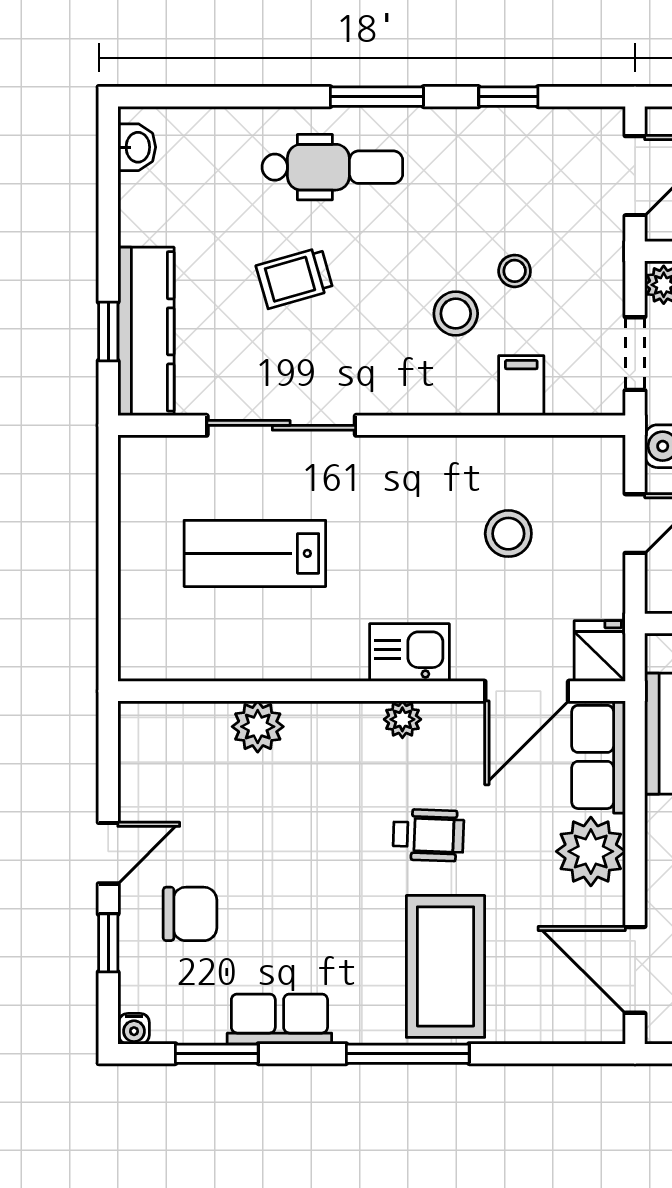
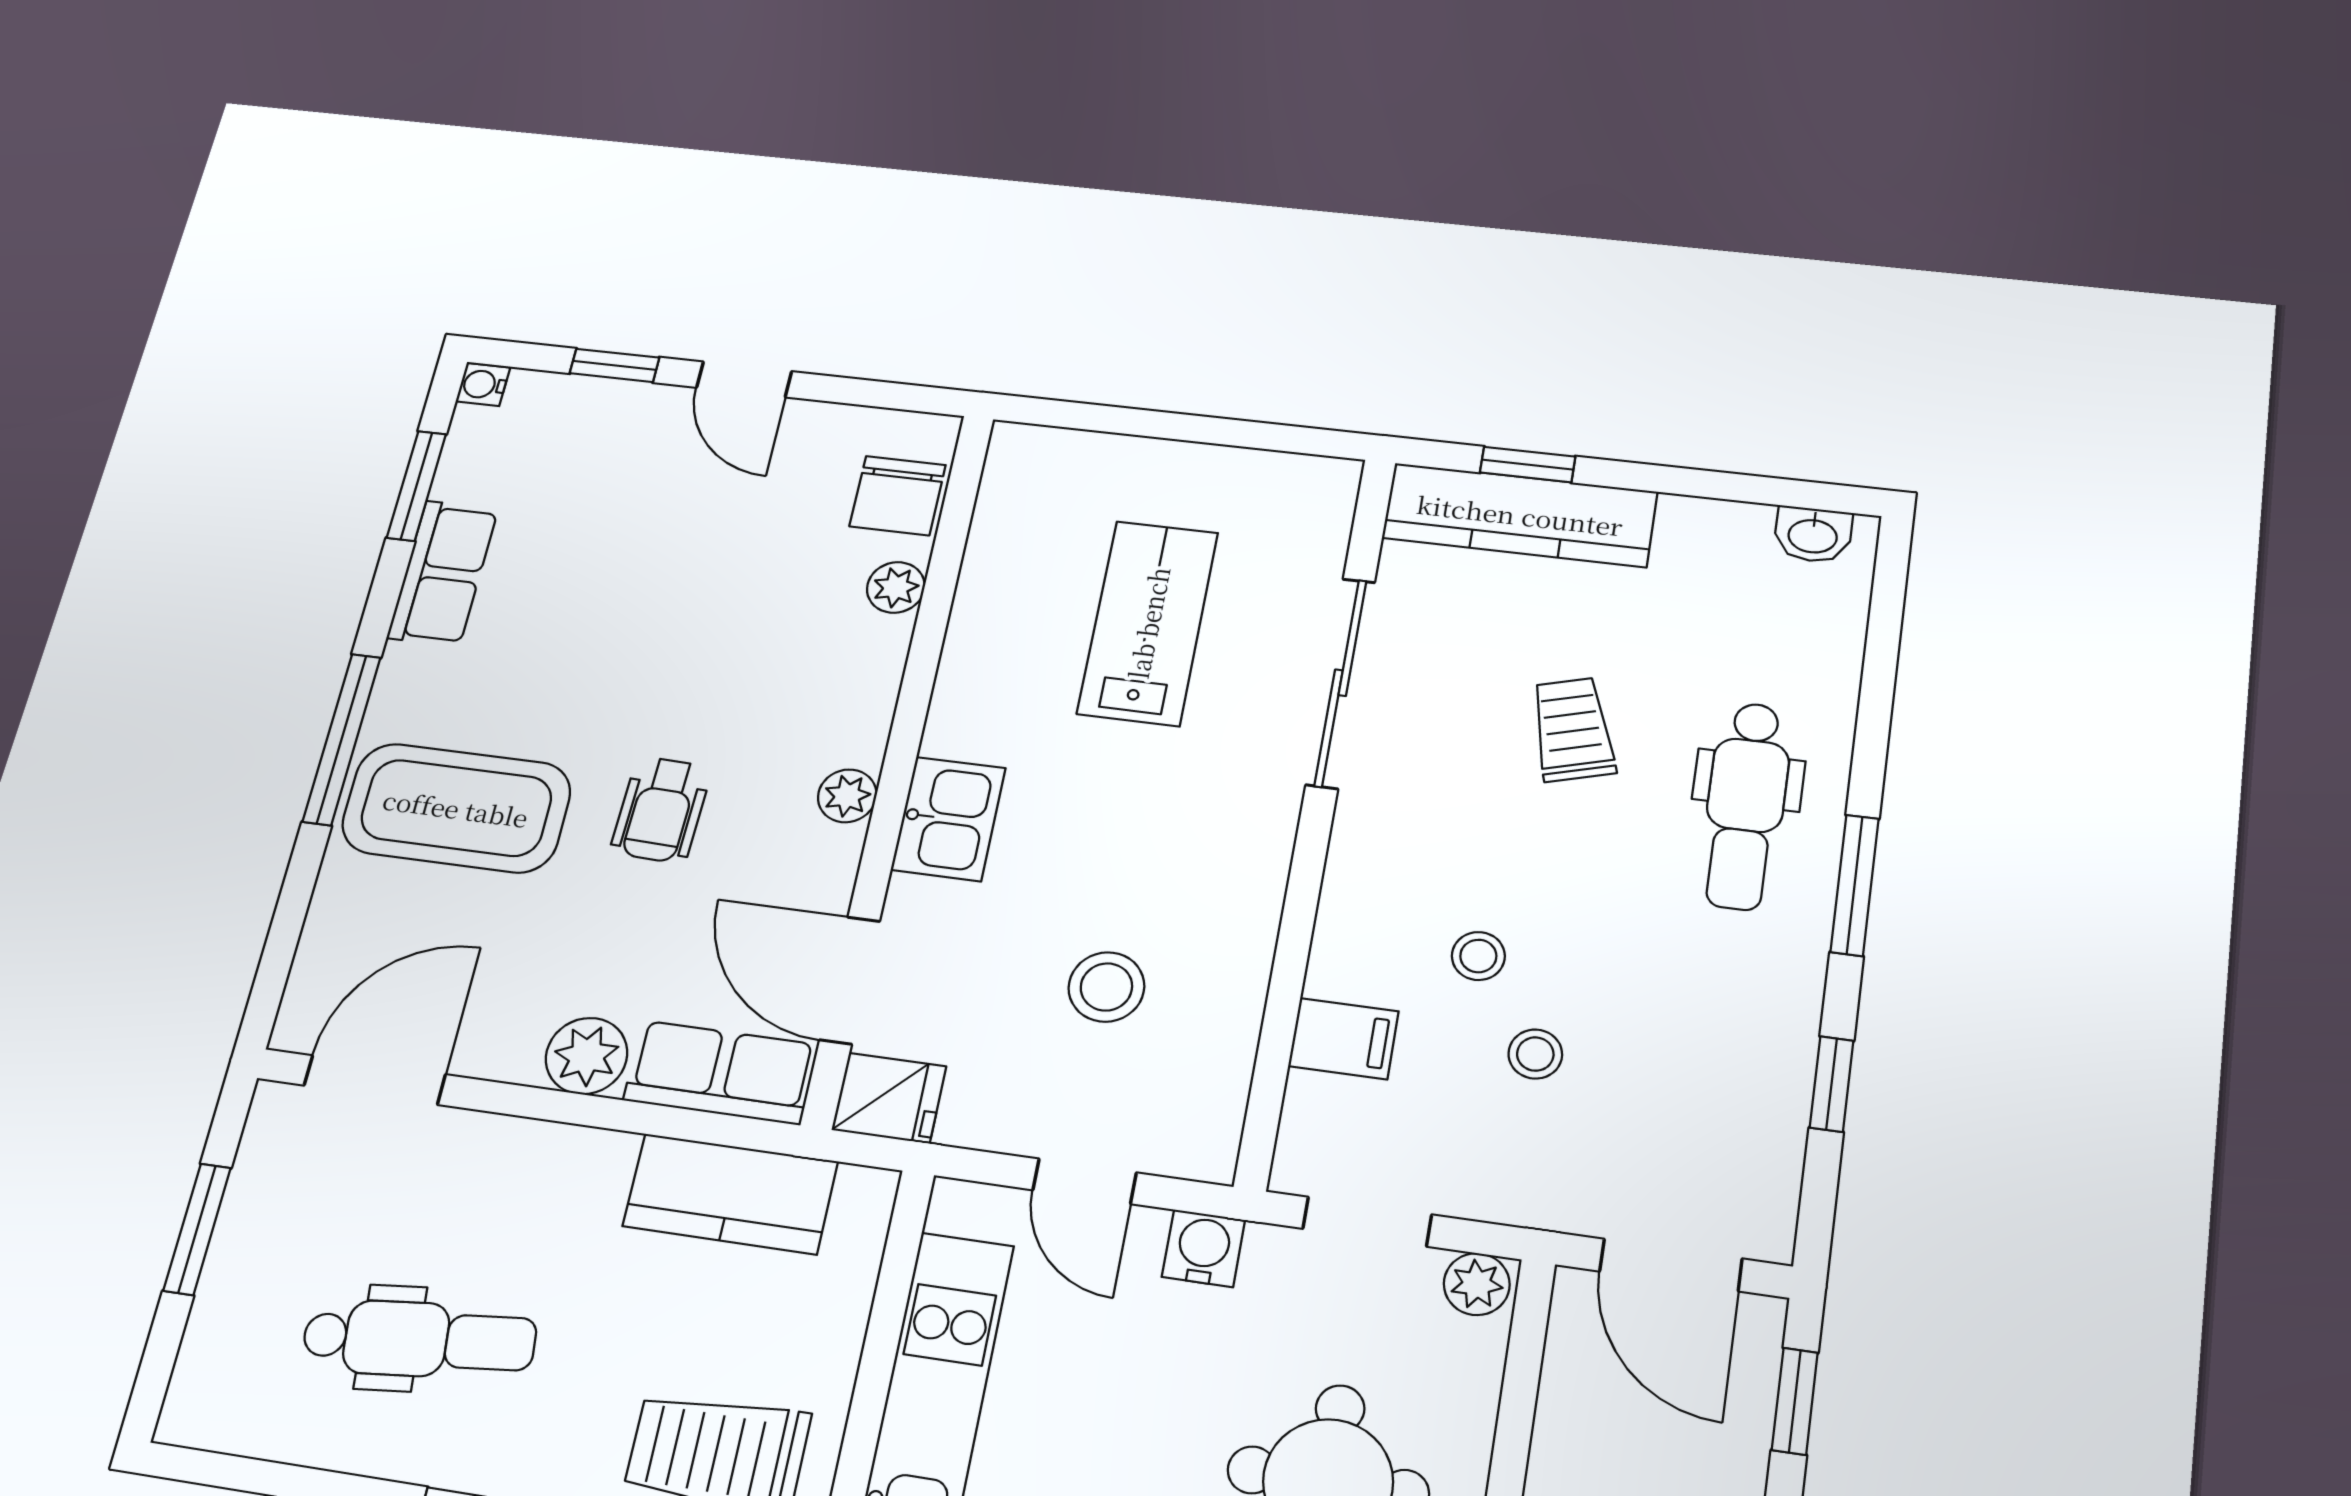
stool: (456, 314) -> (1478, 956), width x0.73, depth x0.73
plant: (258, 727) -> (896, 587), width x0.73, depth x0.73
plant: (591, 851) -> (587, 1056), width x0.73, depth x0.73
chair: (190, 914) -> (898, 496), moved

